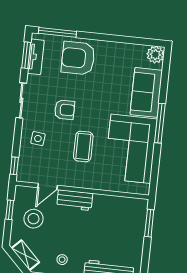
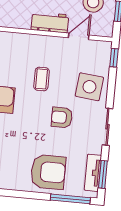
side table: (38, 139) -> (89, 87), width x1.87, depth x1.87
coffee table: (83, 146) -> (42, 79), width x0.73, depth x0.77

